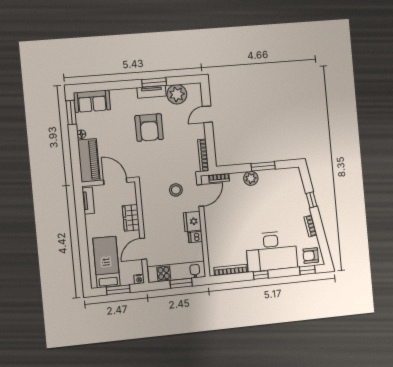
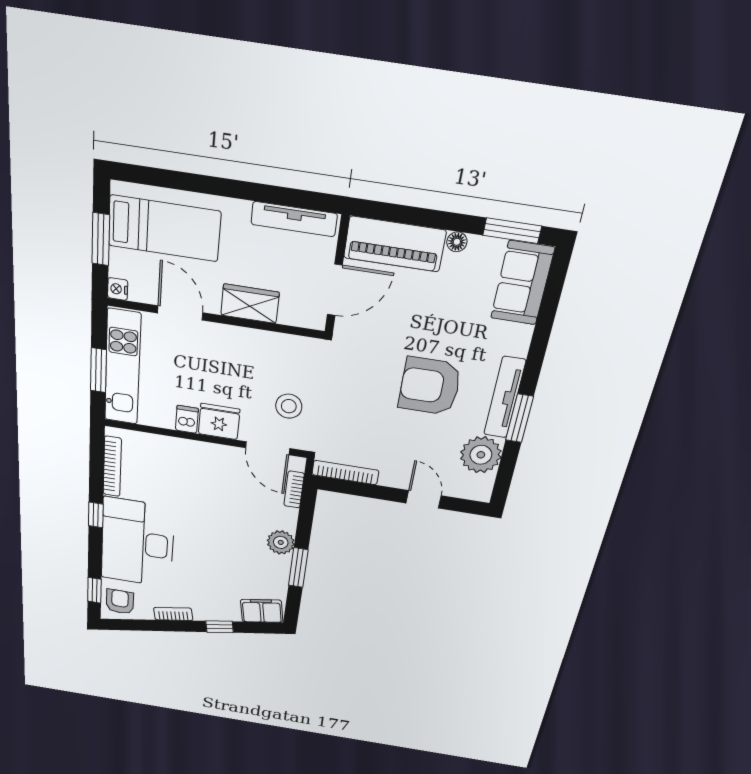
tv unit: (152, 92) -> (505, 398), width x1.41
filing cabinet: (295, 180) -> (262, 611), added
tv unit: (88, 201) -> (294, 219), width x1.41

